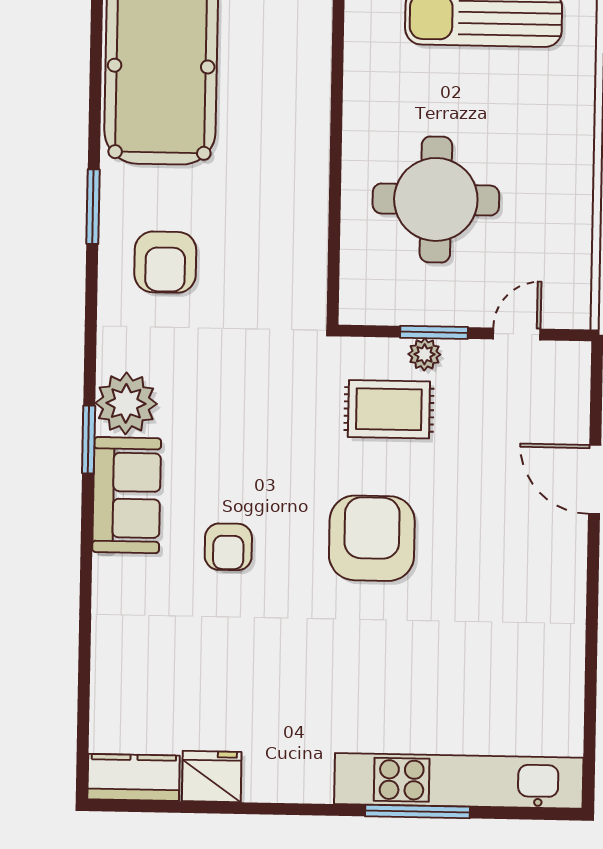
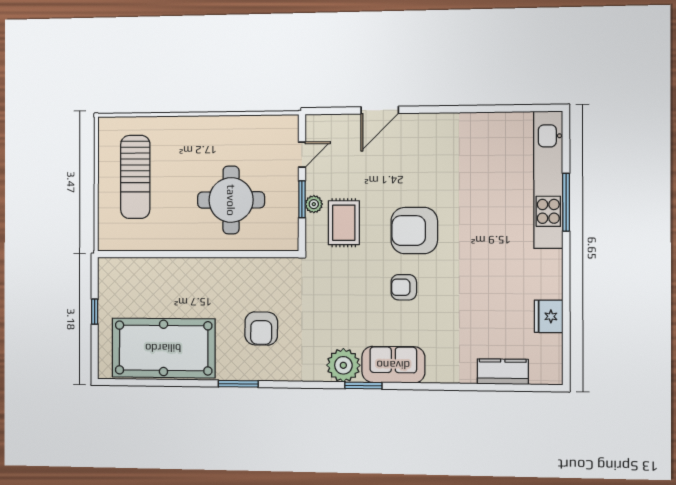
armchair: (165, 262) -> (261, 329), moved, turned 91
door: (517, 334) -> (302, 155), swing flipped
armchair: (228, 547) -> (404, 287), moved, turned 180
kitchen counter: (134, 777) -> (503, 372), moved, turned 90

